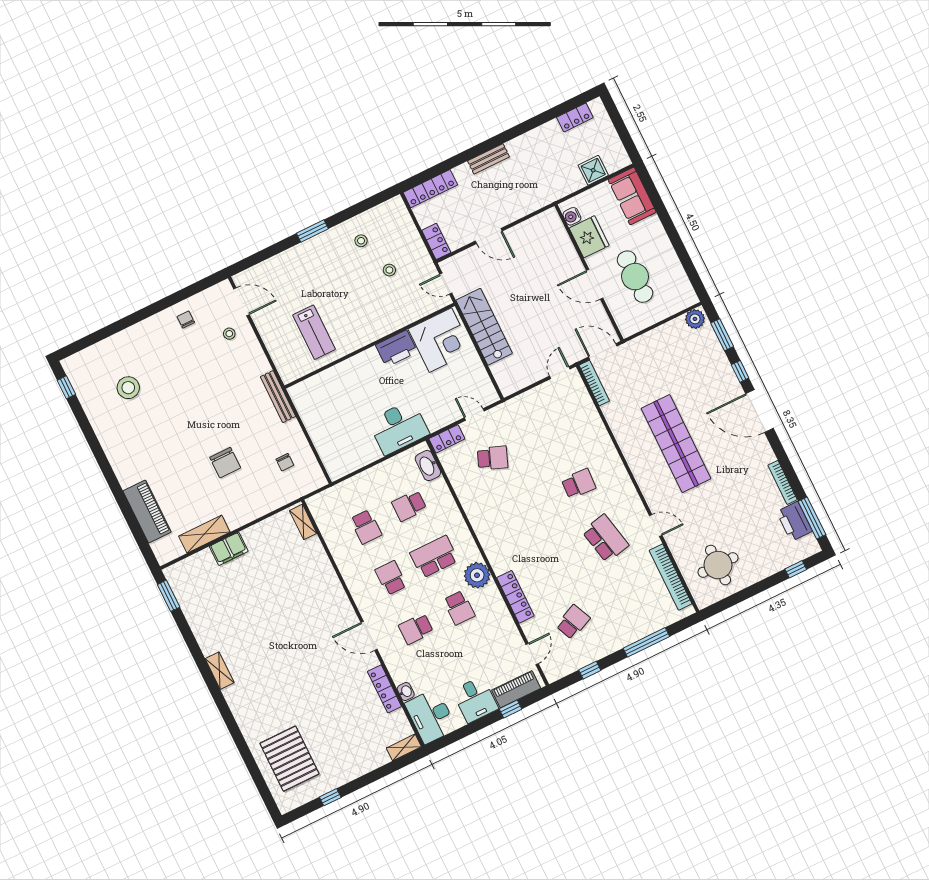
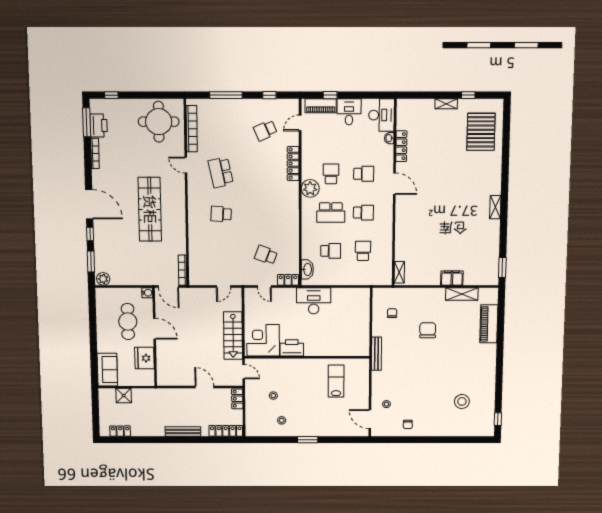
bench: (488, 159) -> (183, 432), width x1.36
water cooler: (572, 216) -> (147, 293), moved
door: (560, 373) -> (224, 286), moved
round table: (718, 565) -> (159, 122), width x1.36, depth x1.36
school desk: (391, 578) -> (363, 213), turned -90
shelving: (404, 747) -> (446, 104), moved

